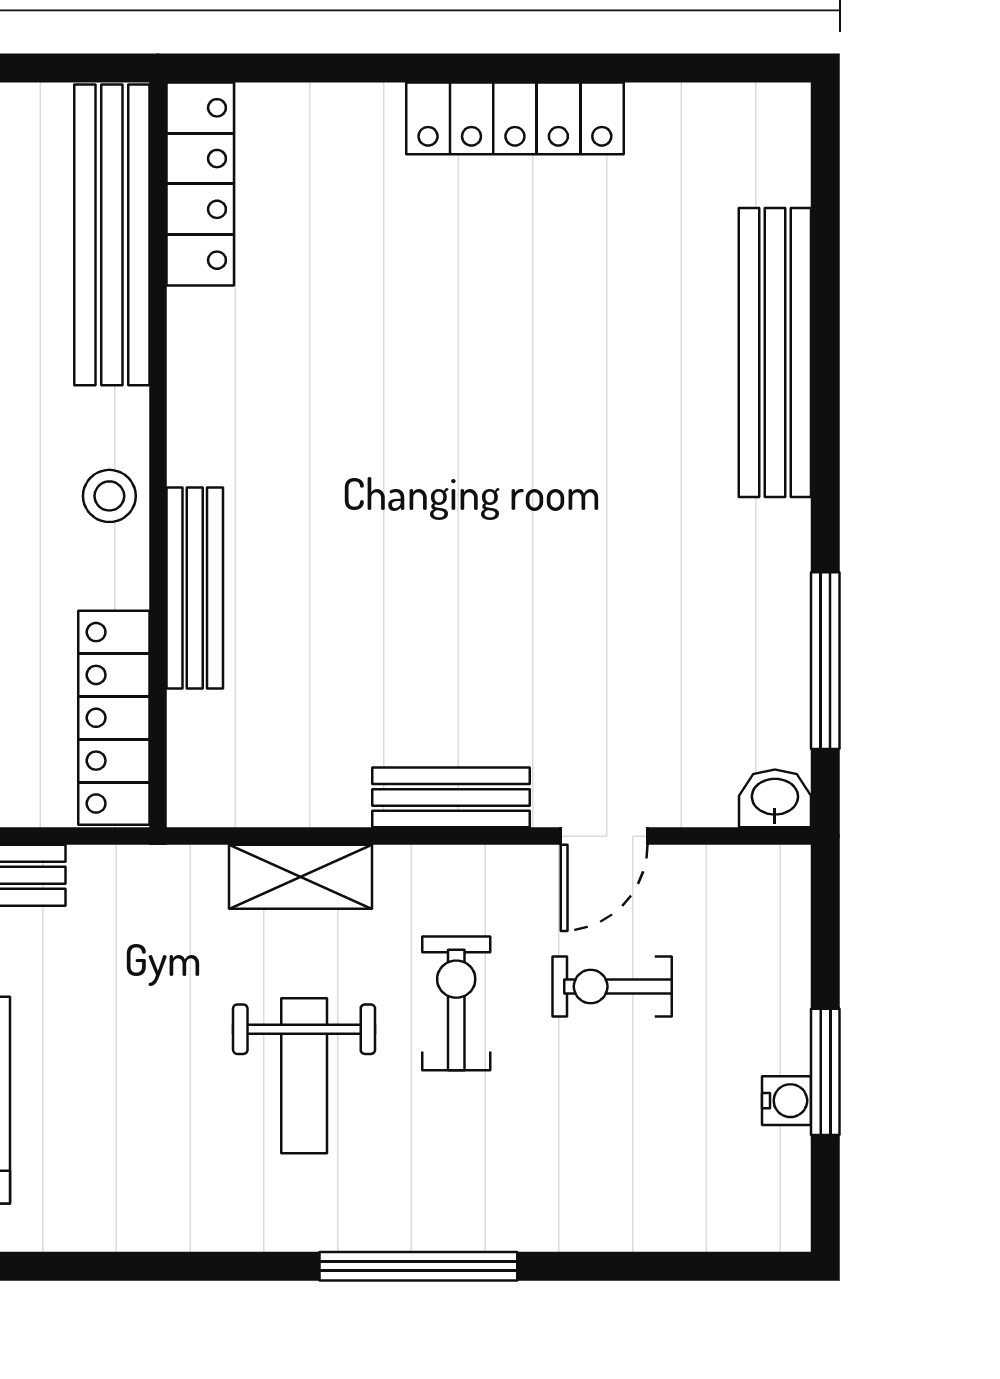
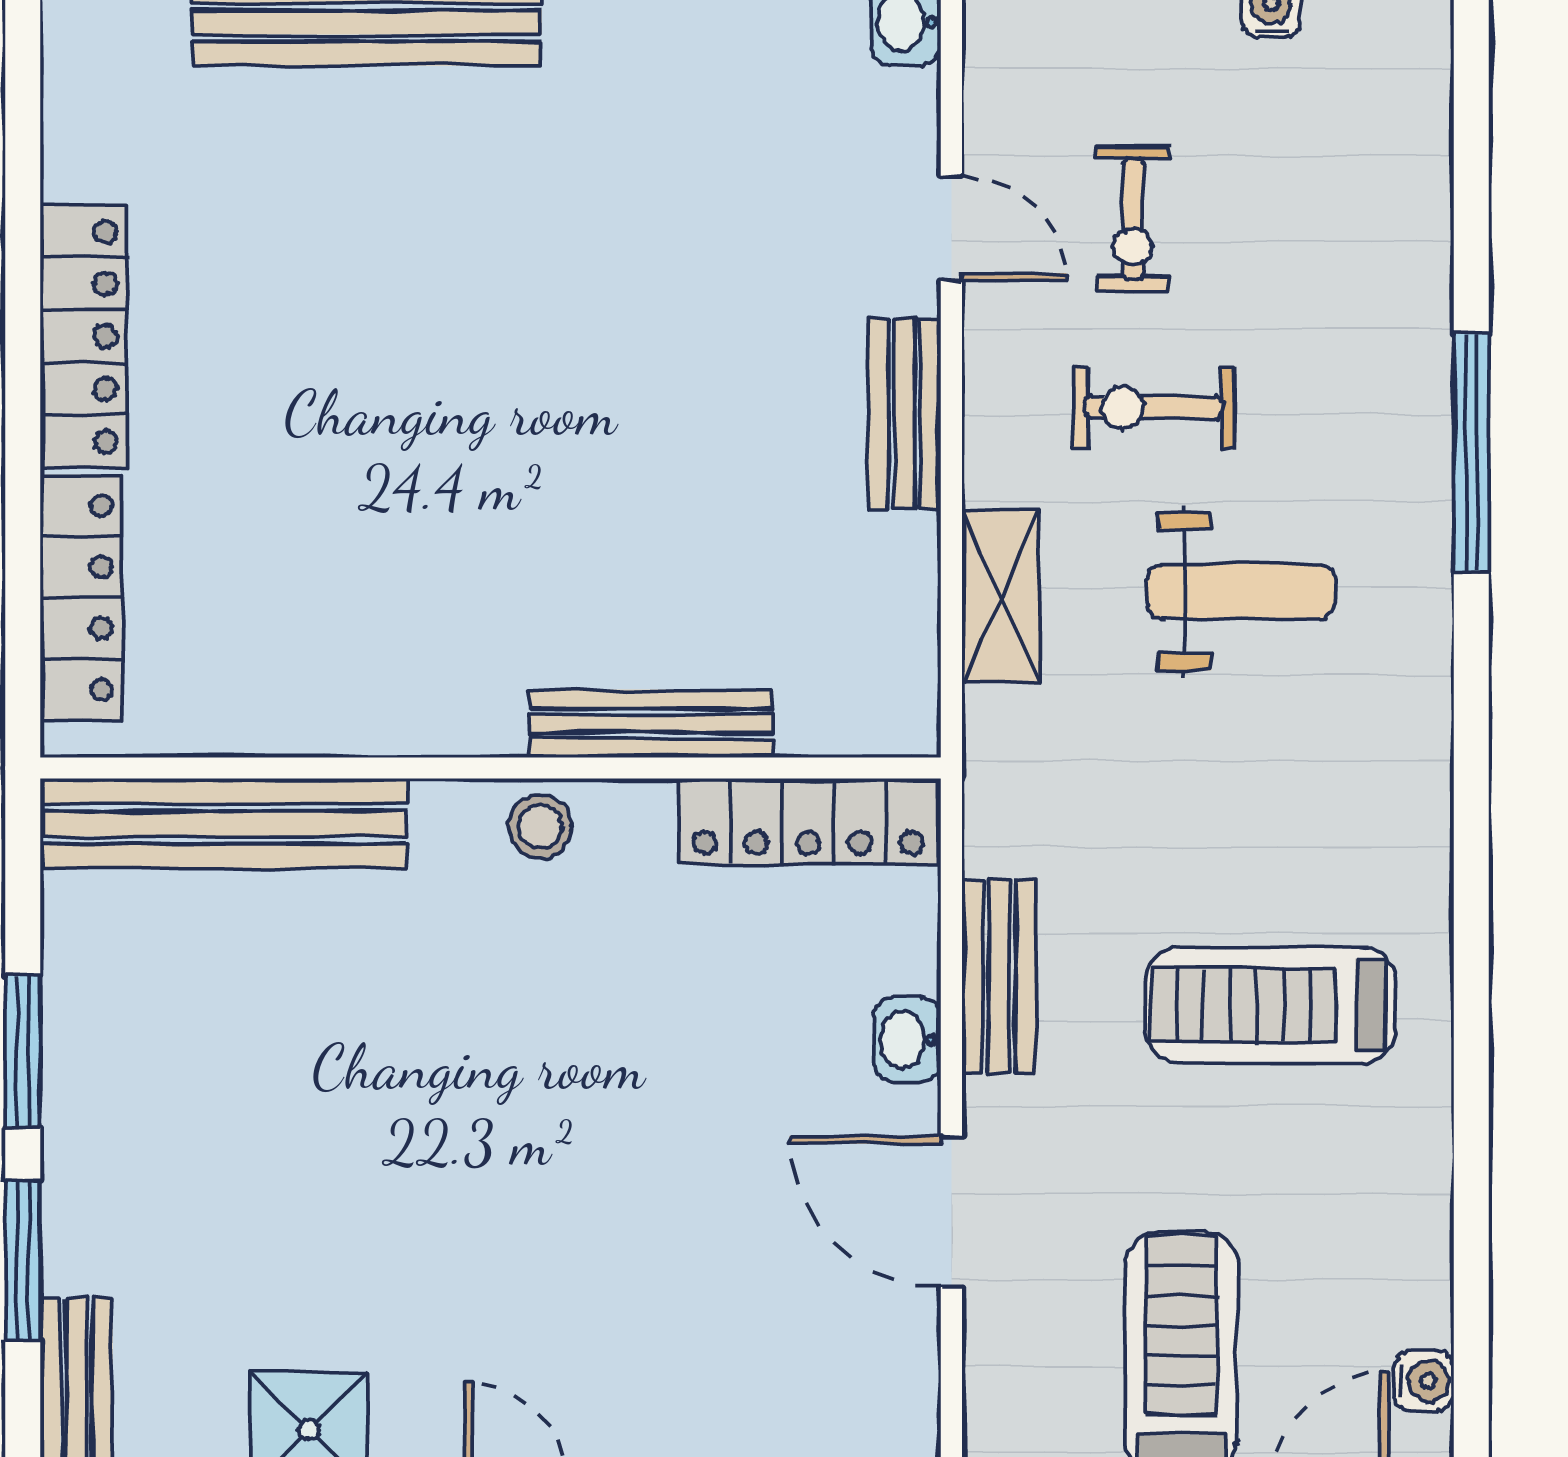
locker: (200, 184) -> (81, 597), moved, turned 90

